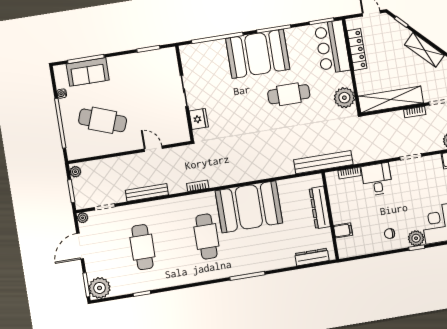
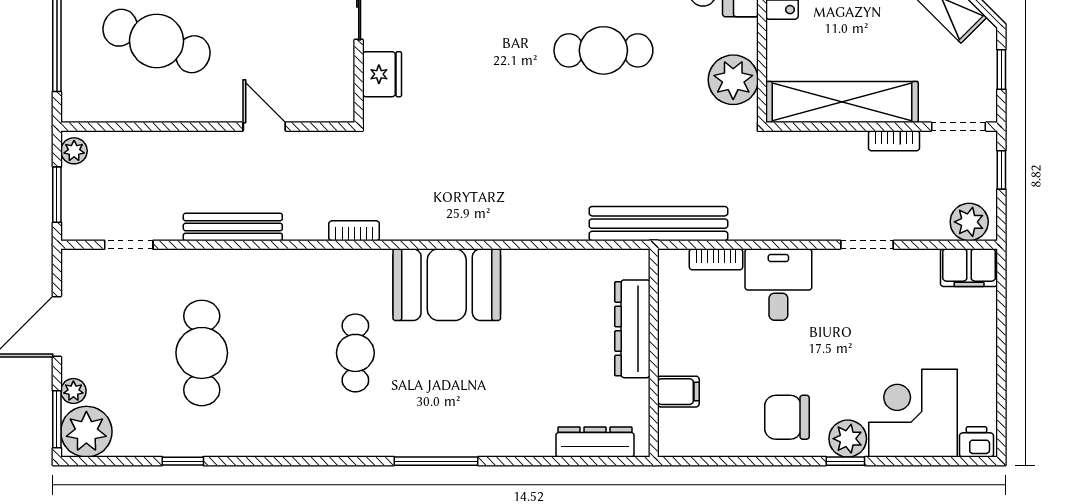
booth: (249, 207) -> (447, 285), width x0.73, depth x0.70
plant: (83, 218) -> (73, 391), moved
chair: (390, 234) -> (787, 417), width x1.87, depth x1.87
cafe table: (206, 237) -> (355, 353), width x0.73, depth x0.74

